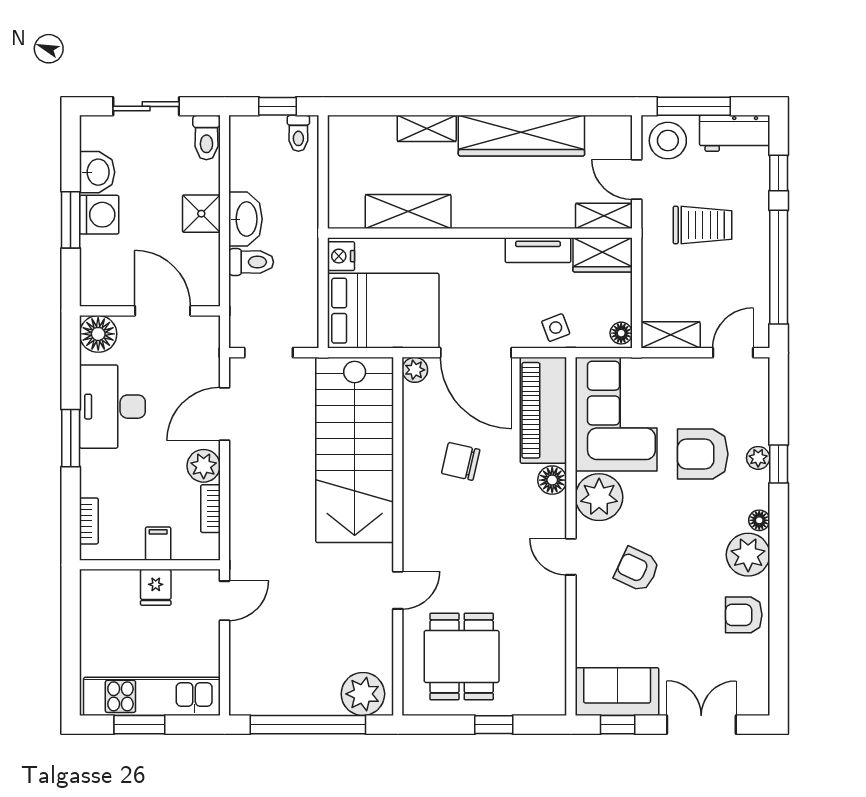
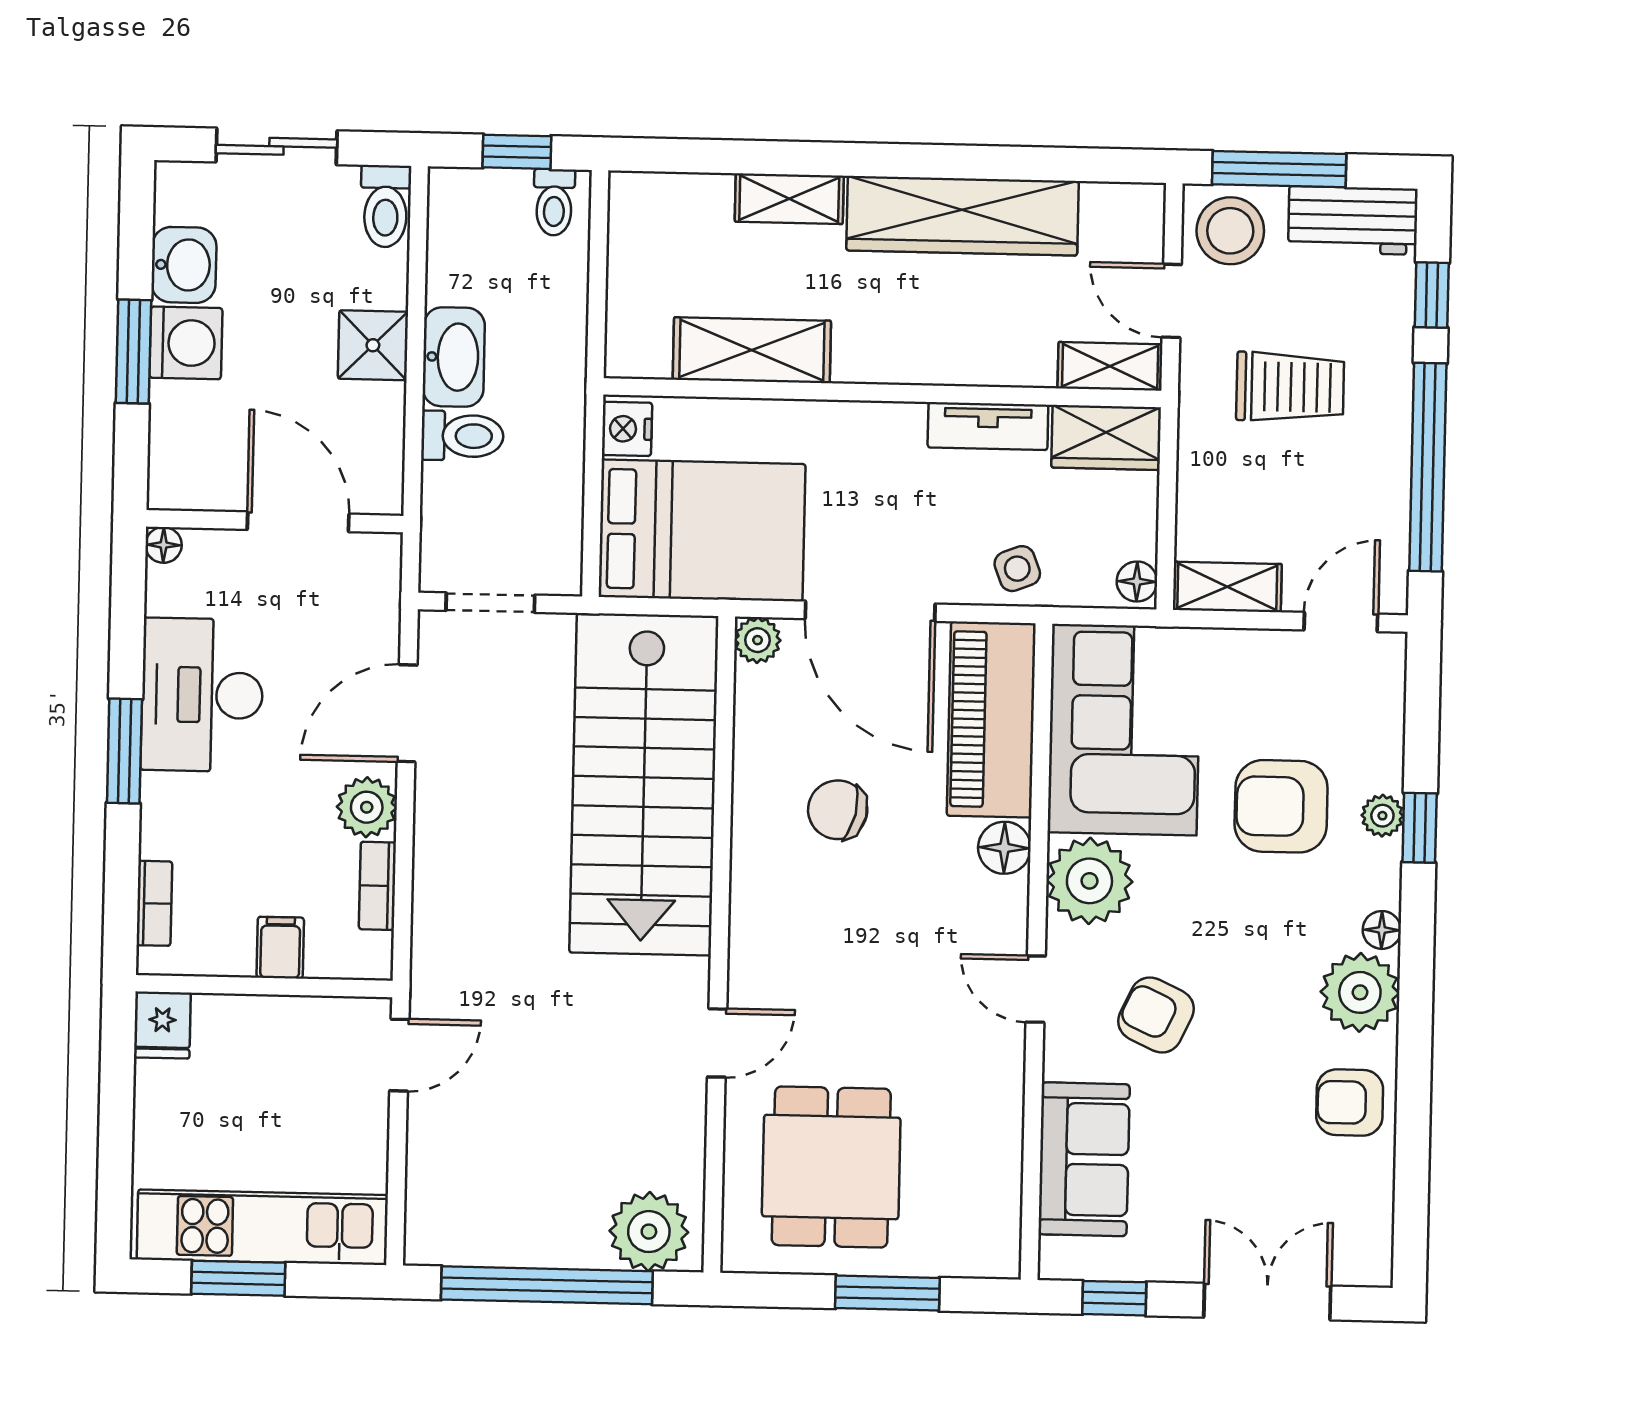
floor lamp: (98, 334) -> (164, 545), width x0.53, depth x0.53
fridge: (156, 587) -> (162, 1025), moved
sofa: (617, 692) -> (1084, 1159), moved, turned 90
window: (494, 725) -> (887, 1293), width x1.50

